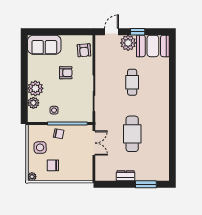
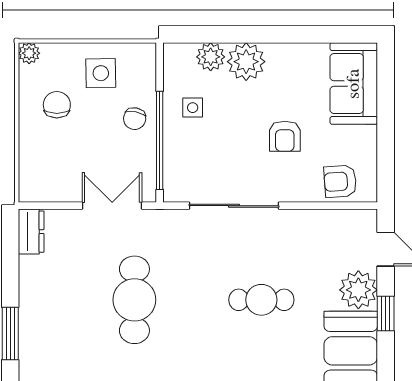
cafe table: (132, 134) -> (134, 300), turned 90
double door: (94, 143) -> (112, 206), swing flipped
dresser: (126, 176) -> (31, 232), moved

